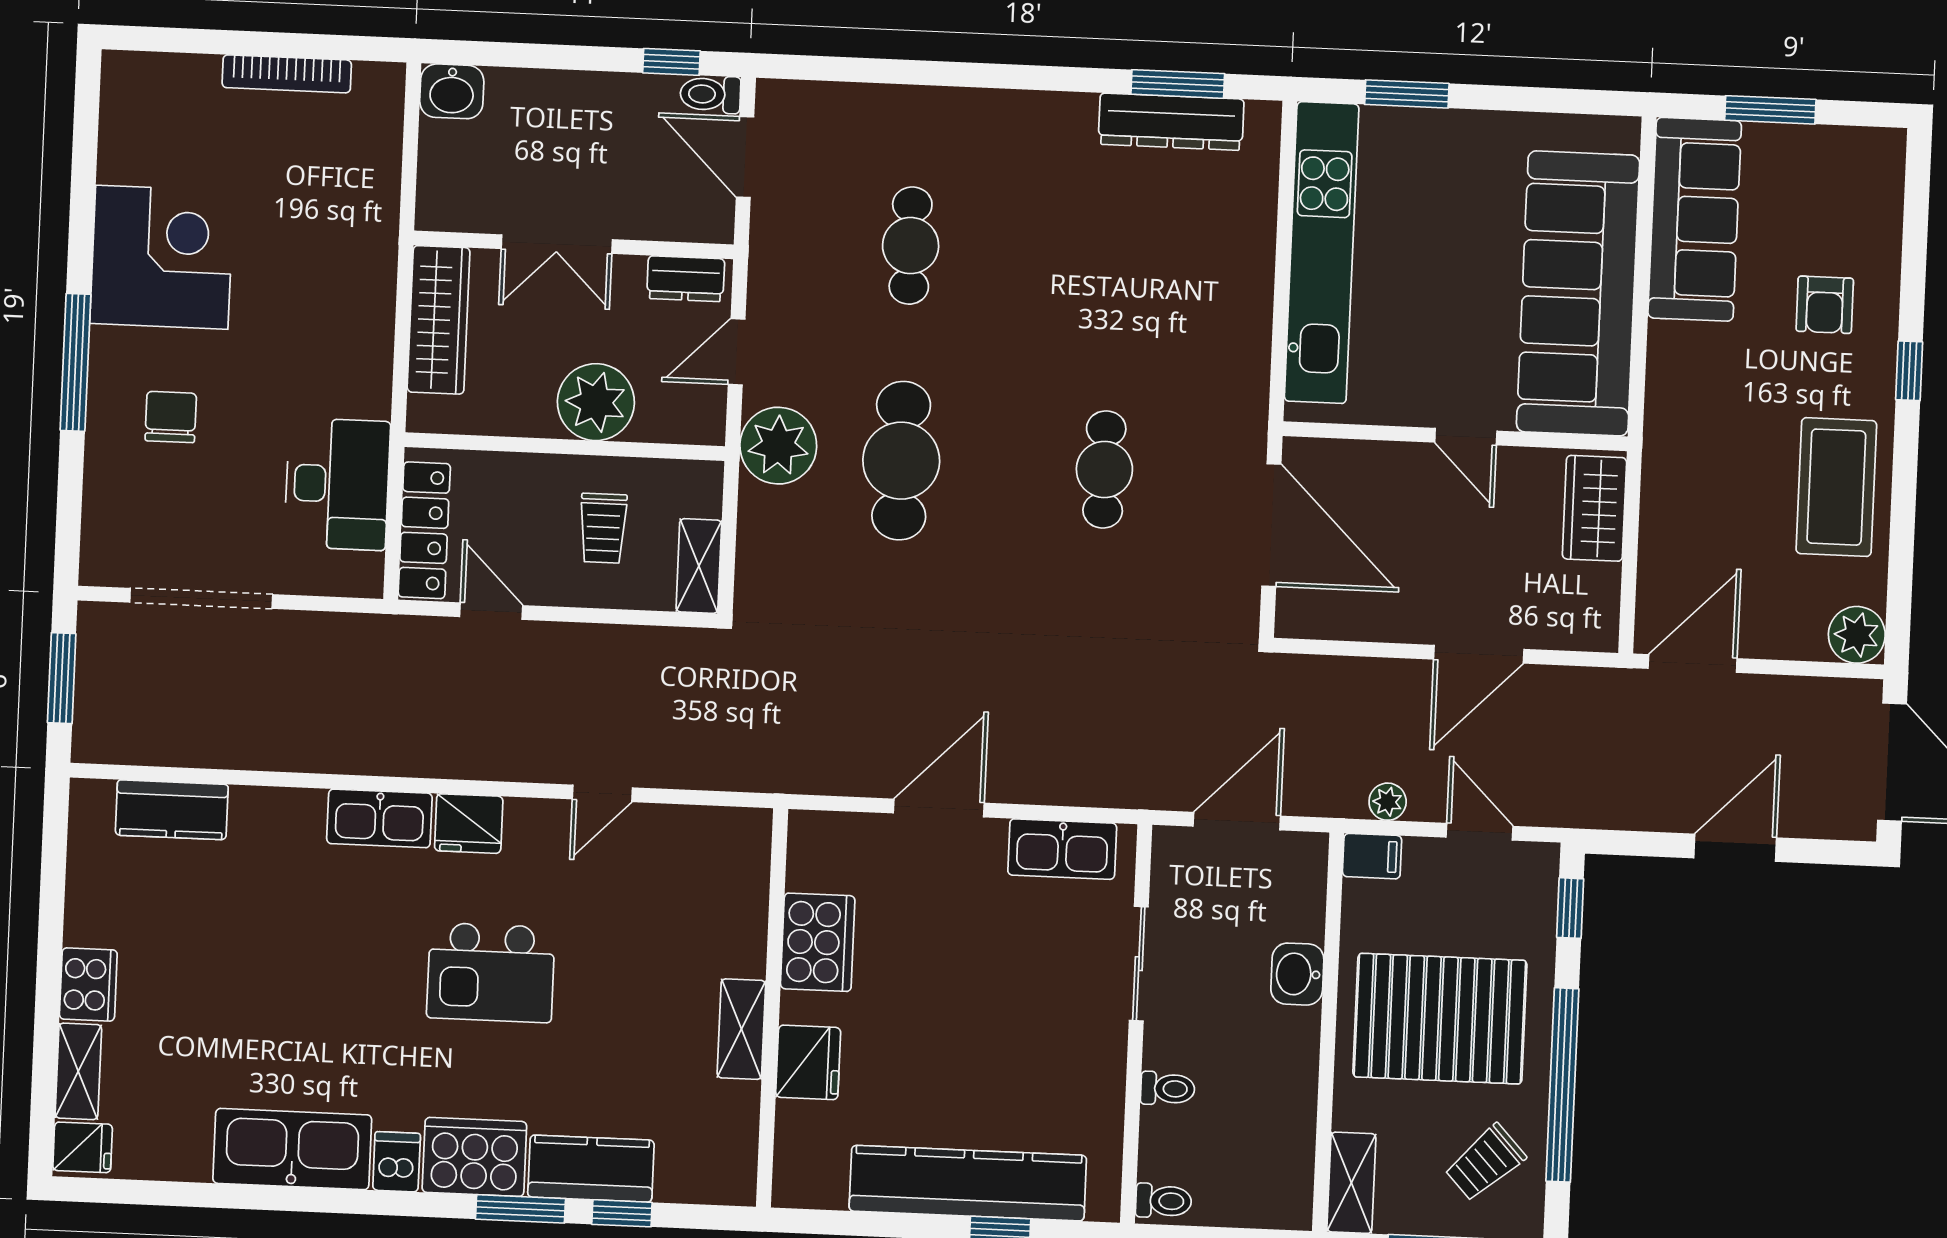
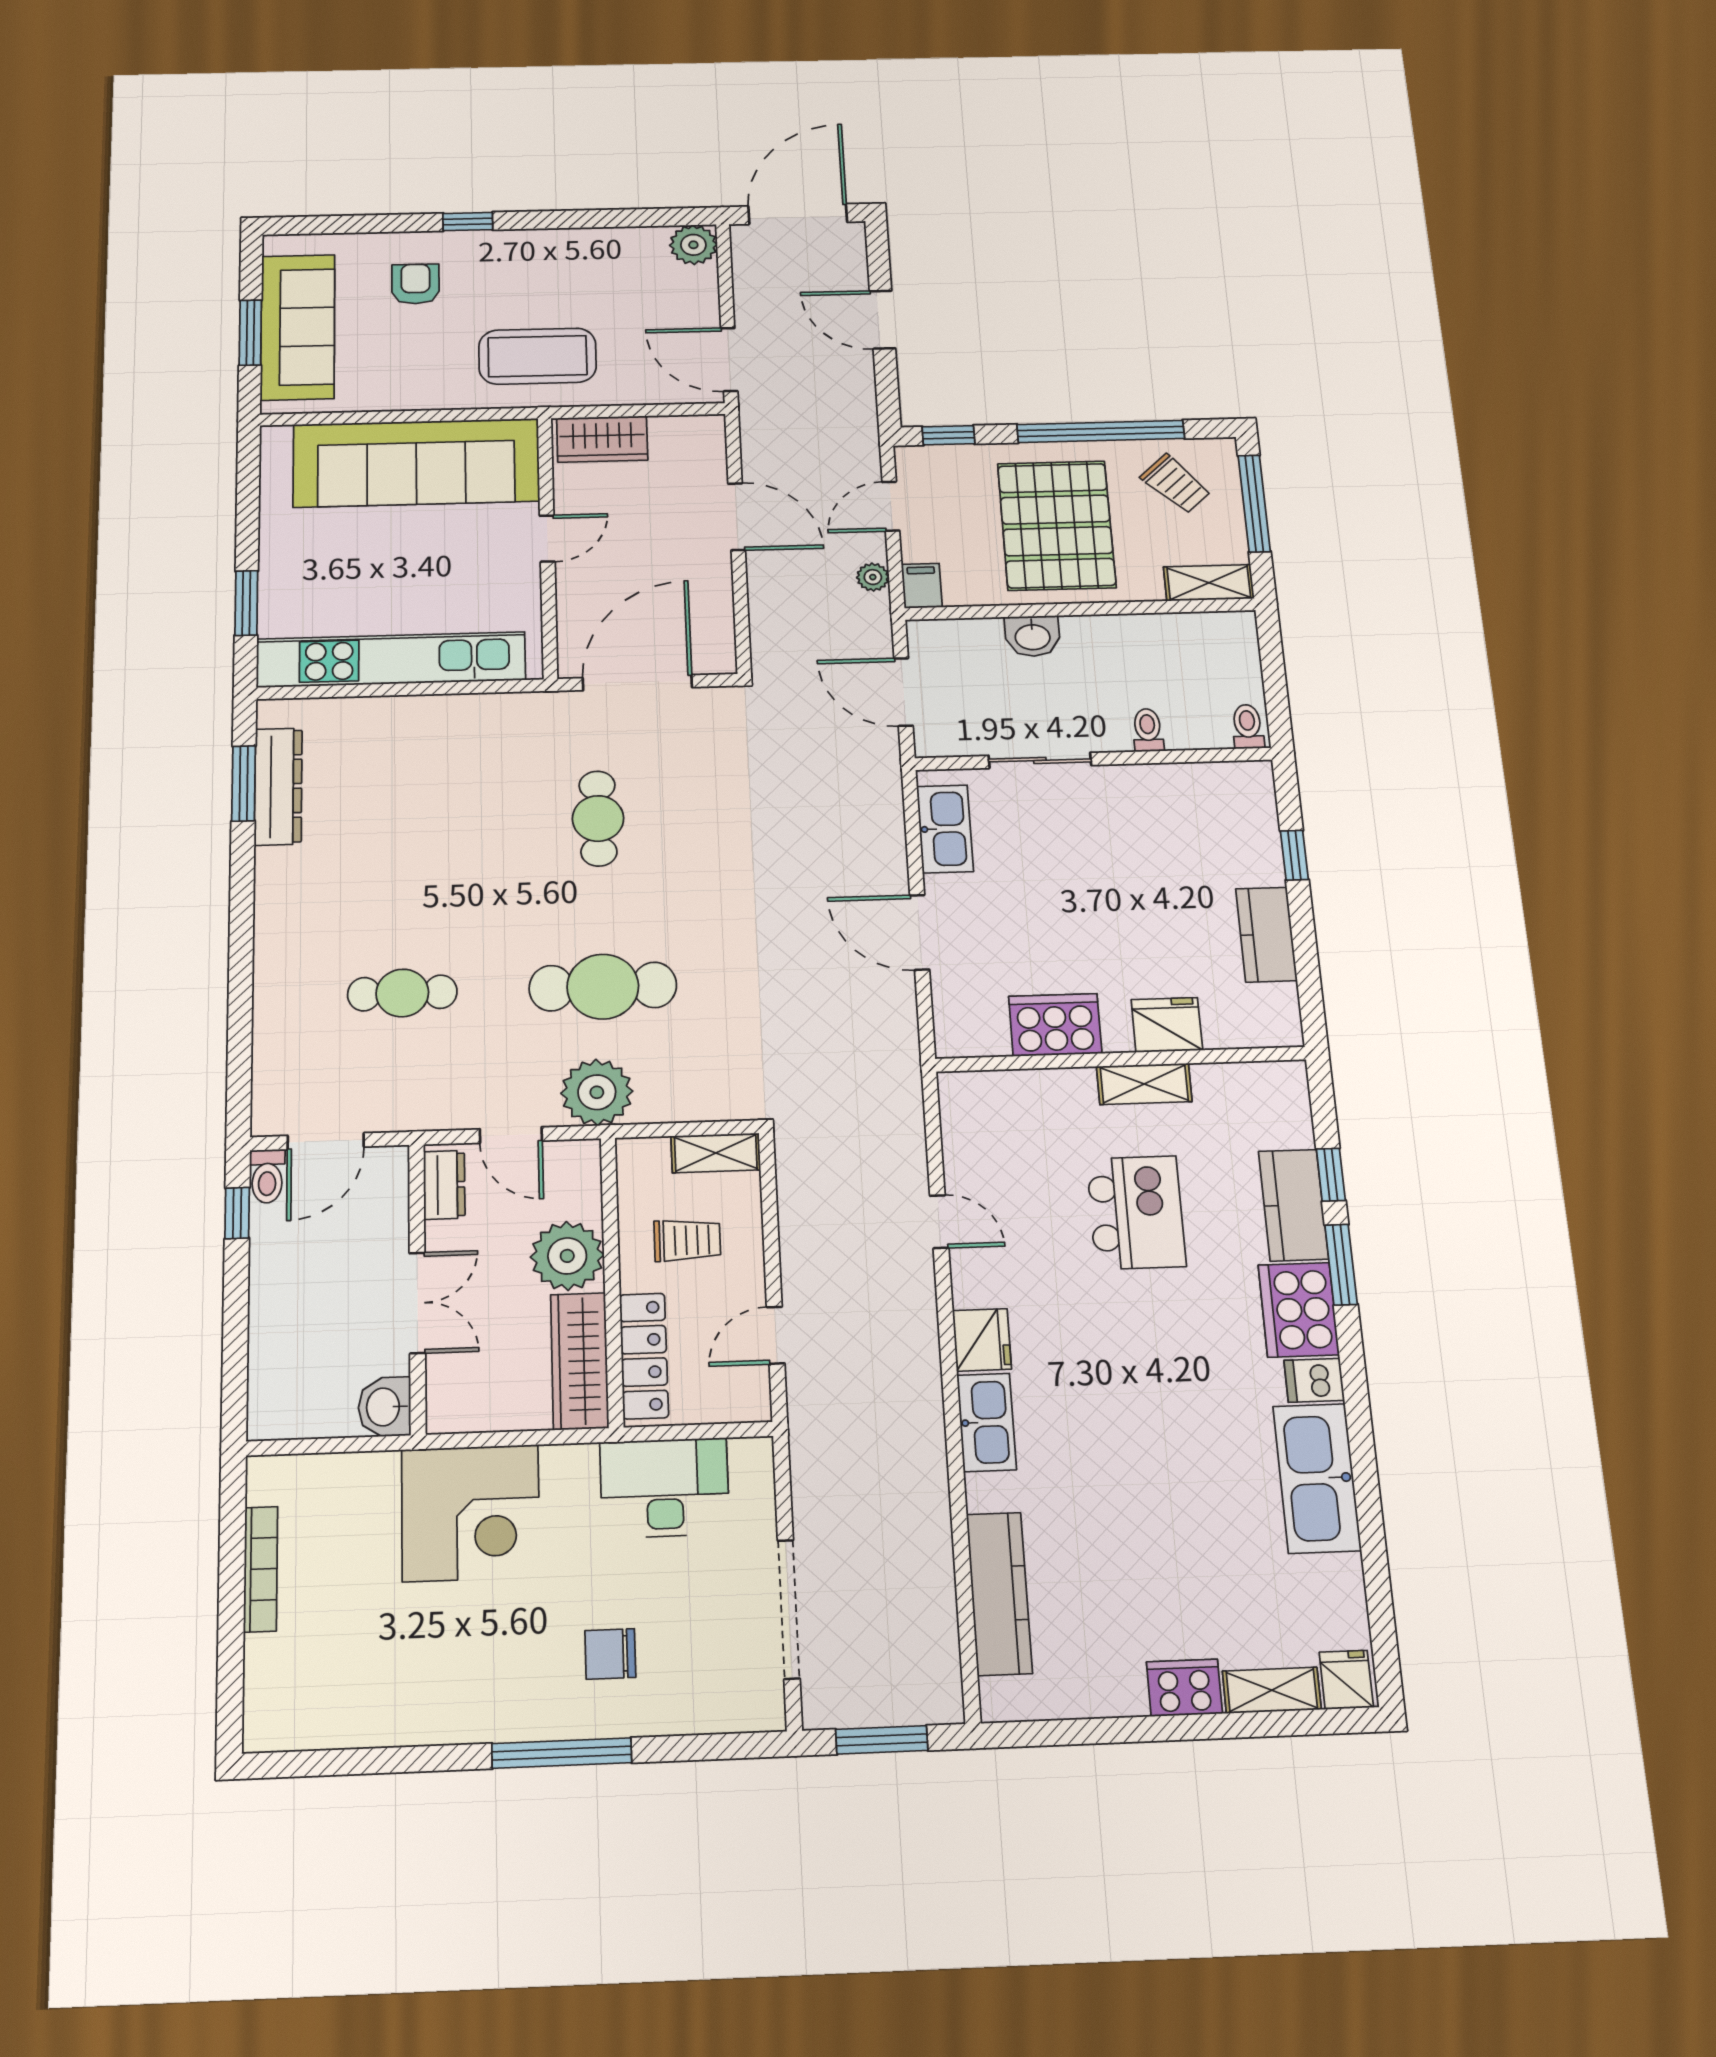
washbasin: (452, 91) -> (385, 1407), moved, turned 180
sofa: (1695, 219) -> (298, 327), moved, turned 90
corner desk: (162, 257) -> (471, 1513), moved, turned 180
armchair: (1825, 305) -> (416, 284), turned -90
wardrobe: (439, 320) -> (580, 1361), moved, turned -90
cafe table: (1104, 470) -> (598, 818), turned 90
coffee table: (1836, 487) -> (537, 356), moved
locker: (424, 530) -> (644, 1356), moved, turned 90
kitchen counter: (172, 810) -> (999, 1593), width x1.50
kitchen island: (491, 973) -> (1136, 1212), moved
kitchen counter: (968, 1183) -> (1266, 935), width x0.48, depth x0.86

